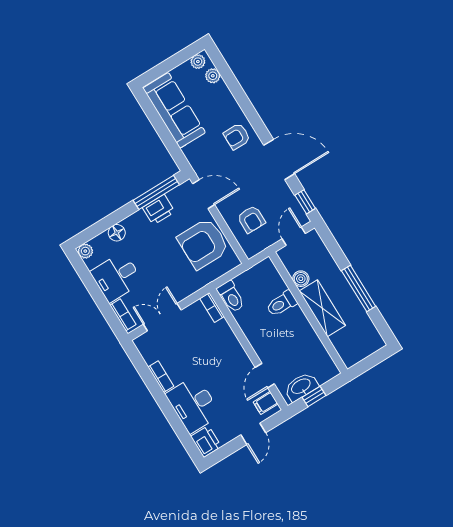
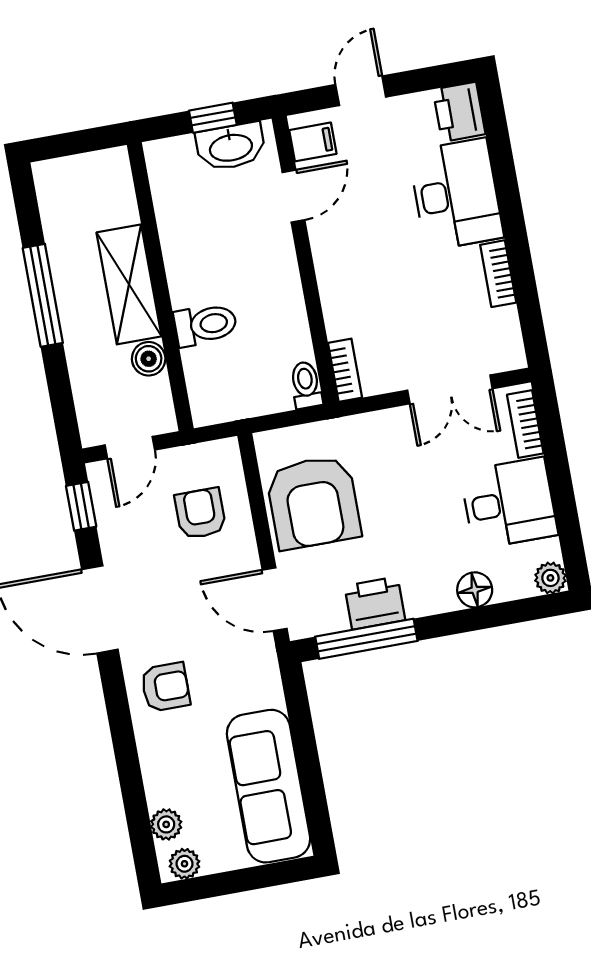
armchair: (203, 244) -> (313, 502), turned 90
toilet: (231, 297) -> (306, 385), width x0.73, depth x0.72

